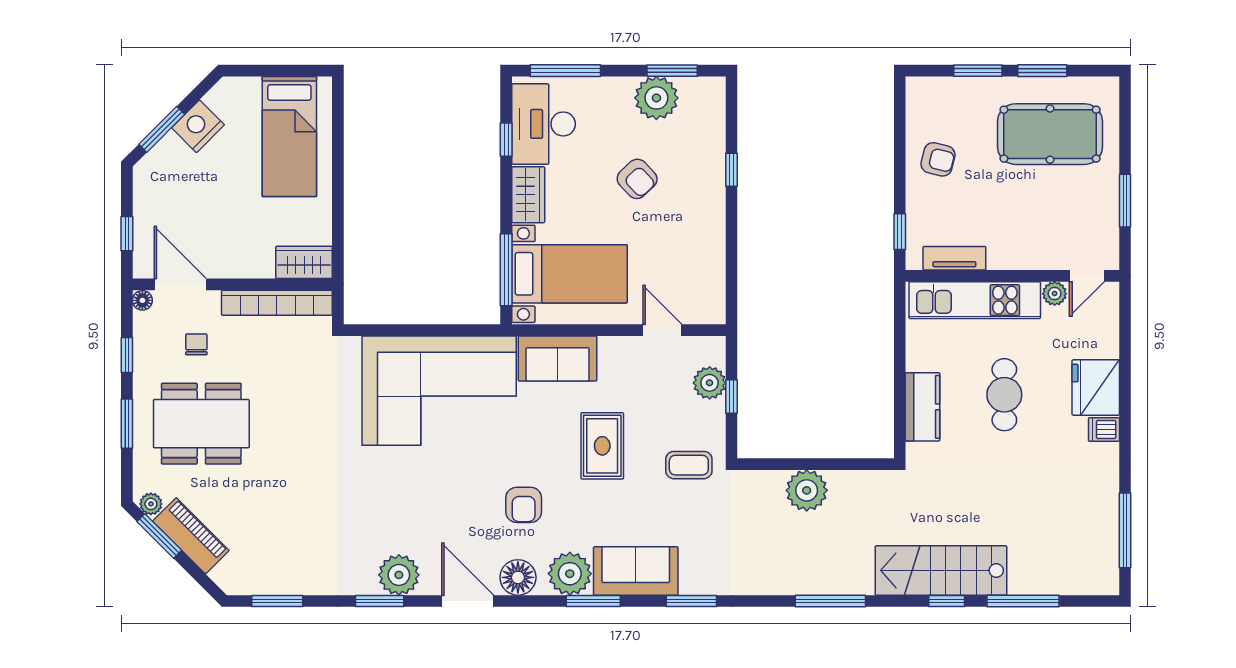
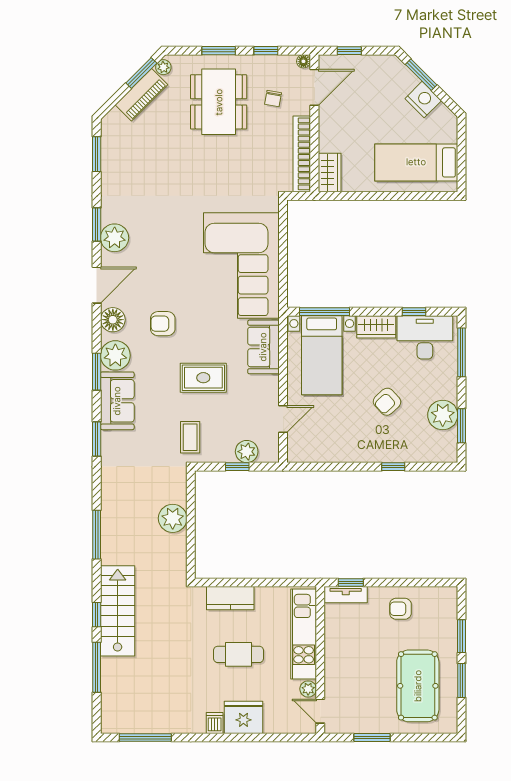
armchair: (938, 159) -> (400, 609), turned 76
tv unit: (954, 258) -> (346, 595), moved, turned 90
chair: (196, 344) -> (273, 98), turned 100

